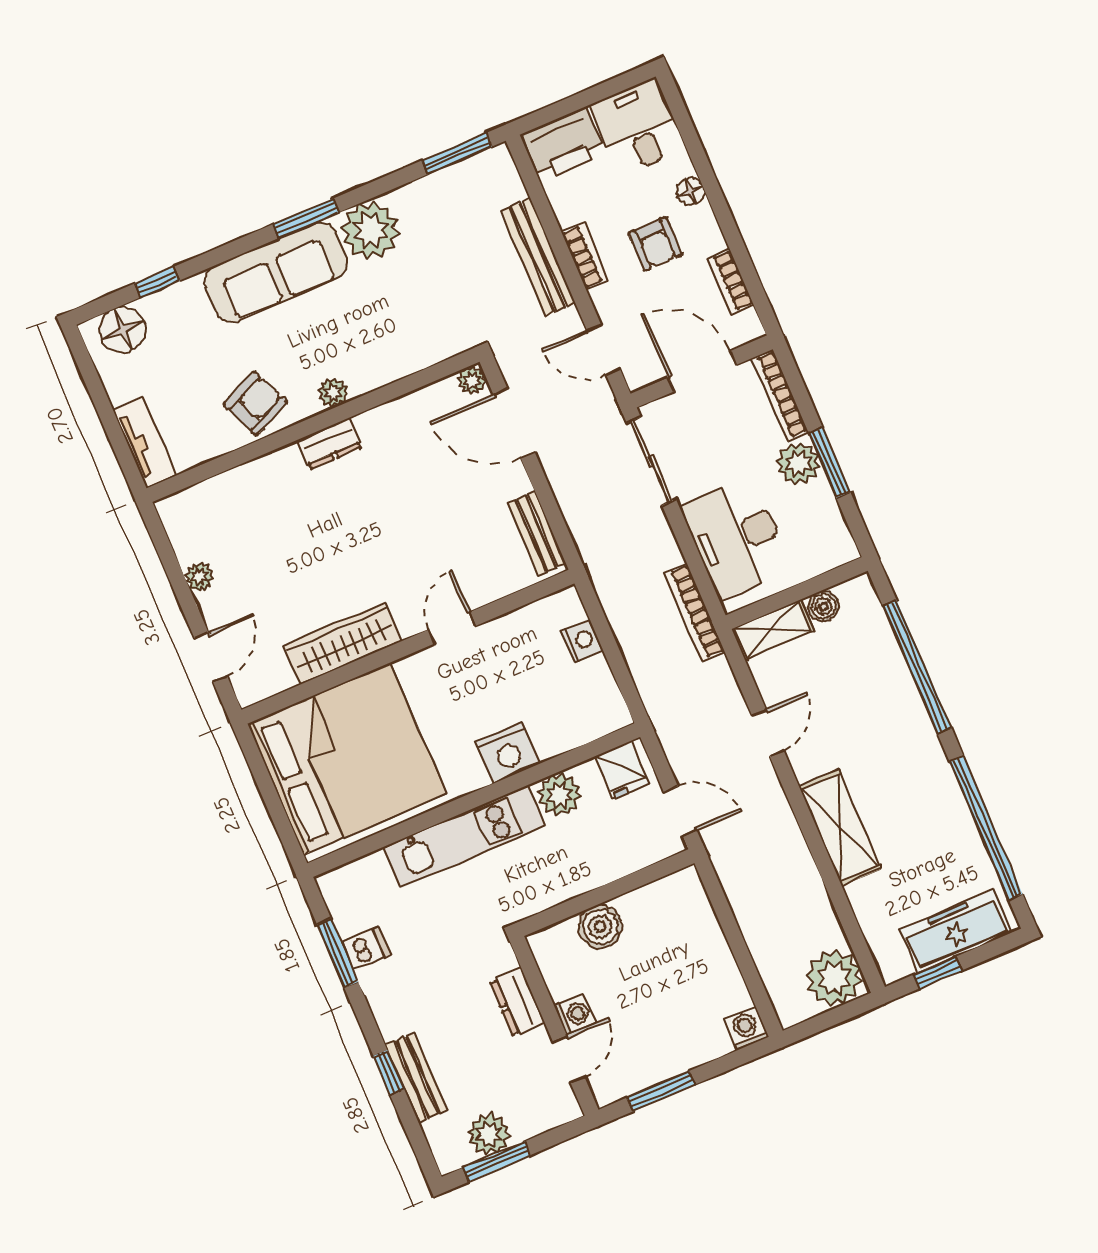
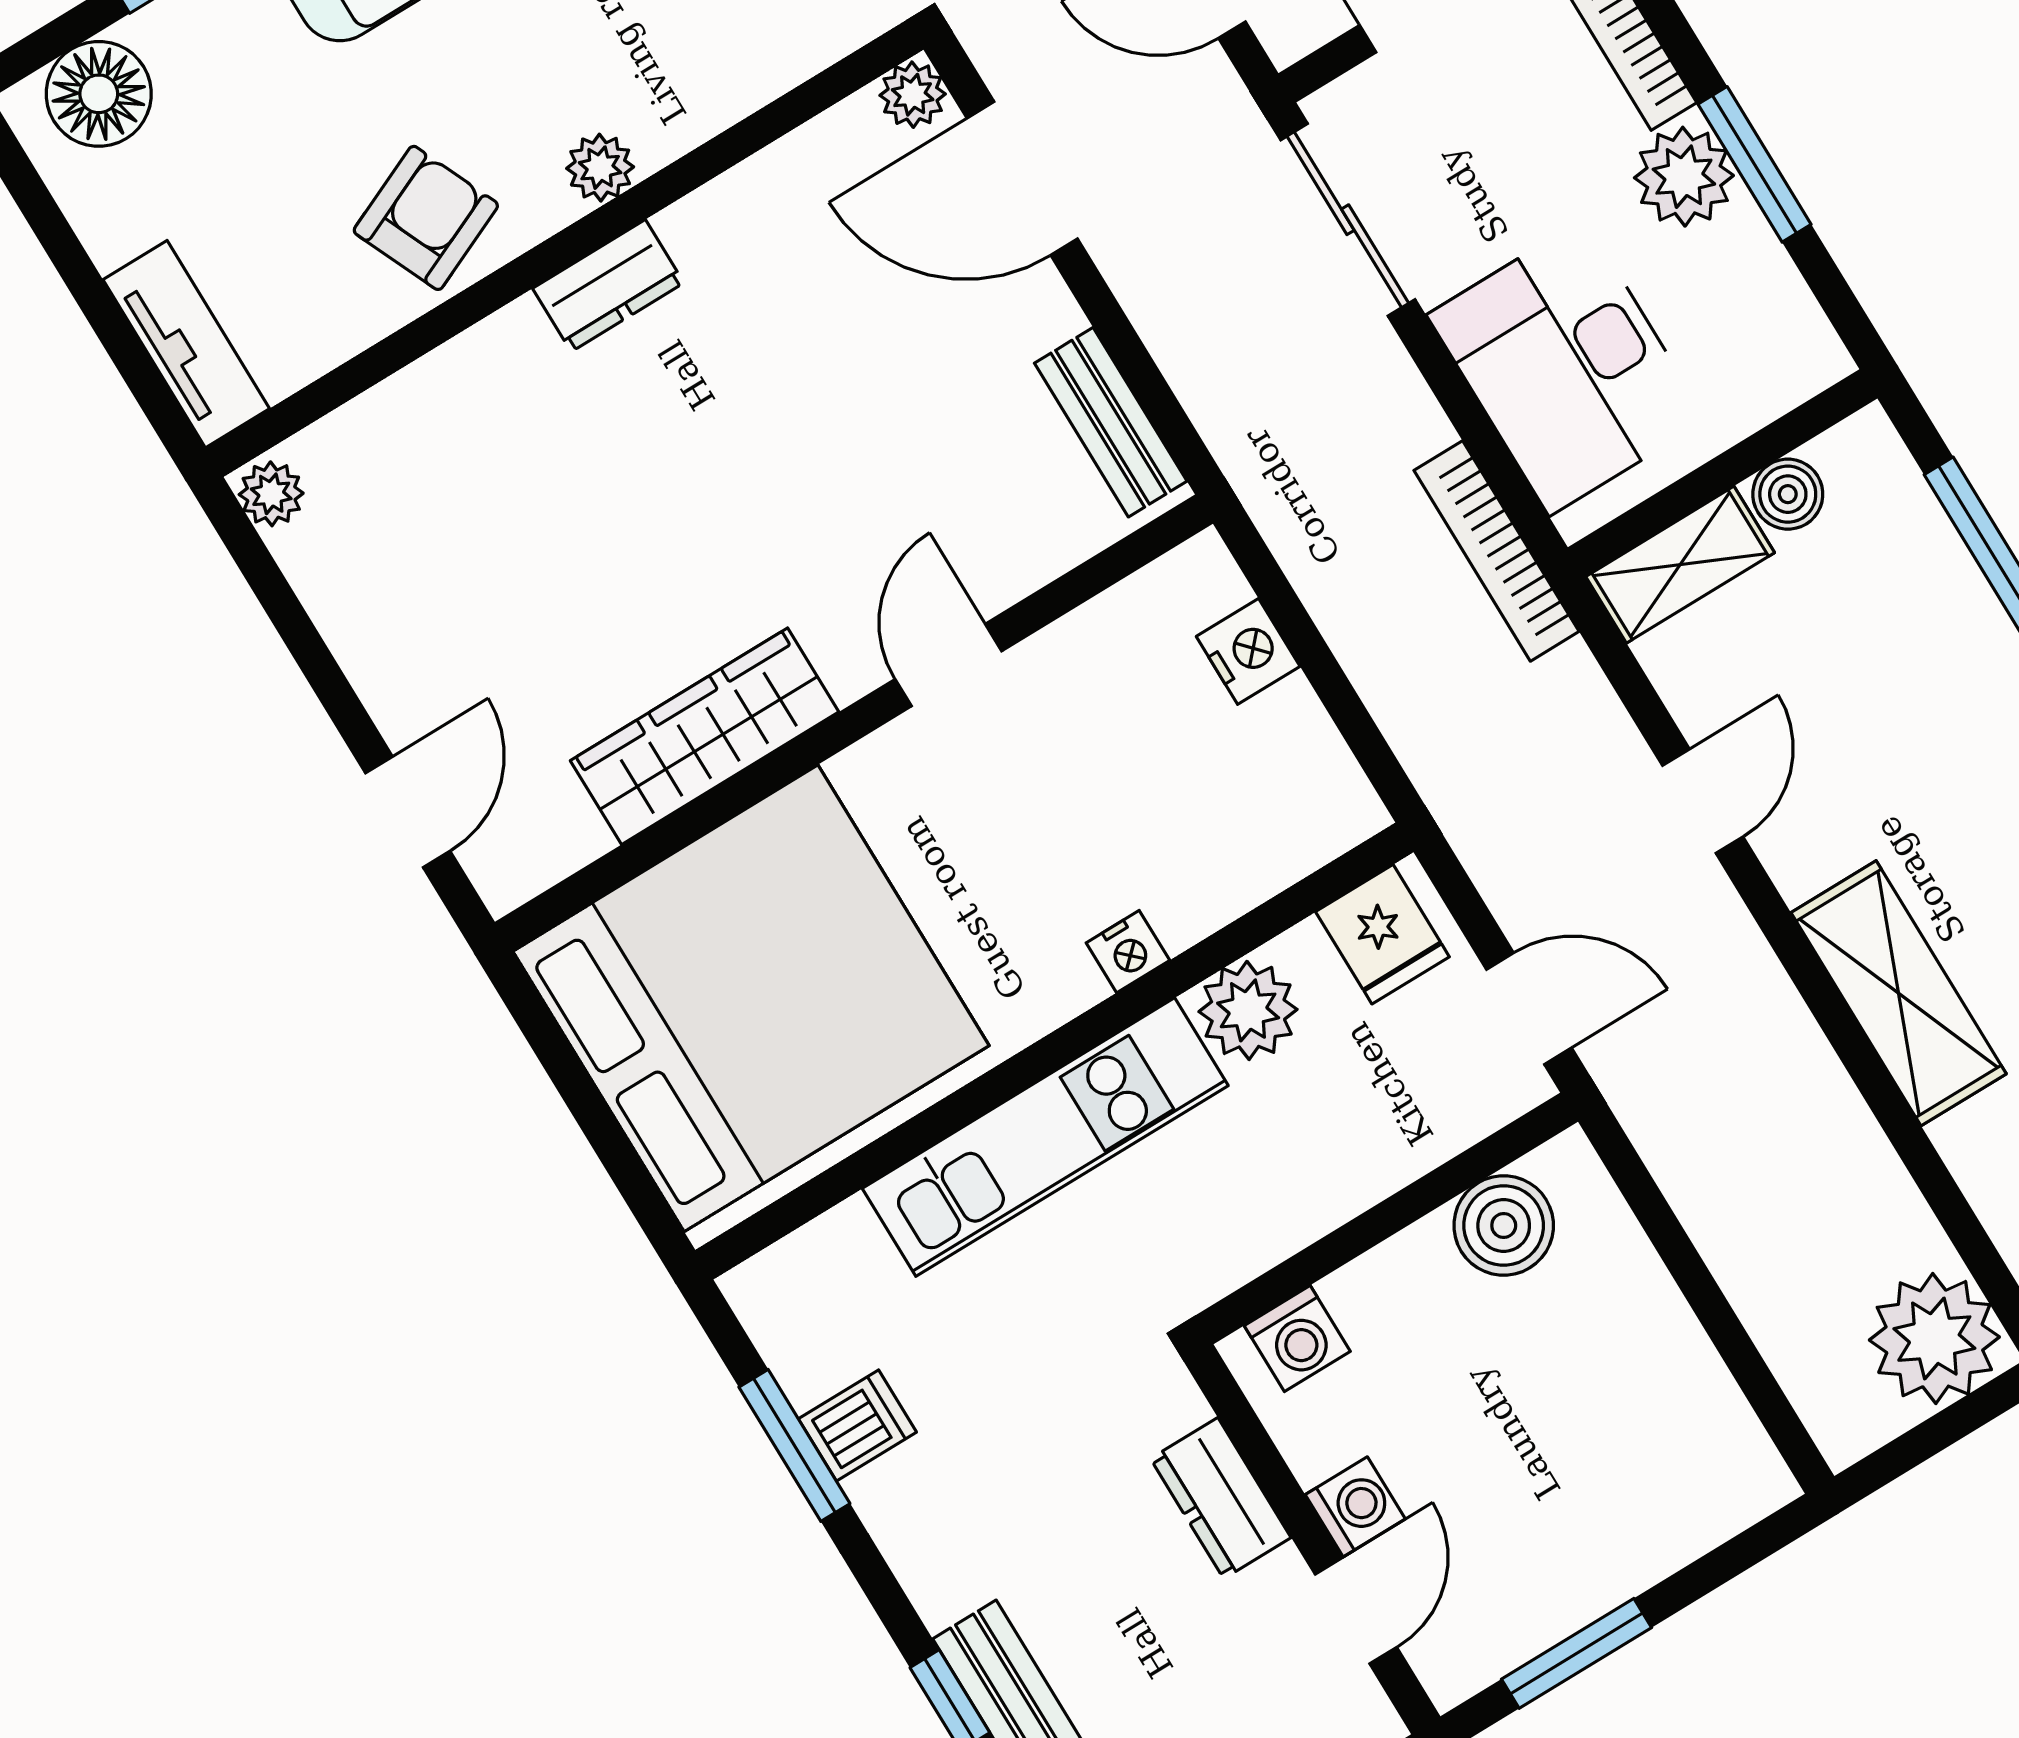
plant: (200, 577) -> (271, 494), moved
nightstand: (508, 753) -> (1128, 952), width x0.53, depth x0.56
boiler: (600, 927) -> (1504, 1226), moved
washing machine: (746, 1028) -> (1297, 1338), moved, turned 180

